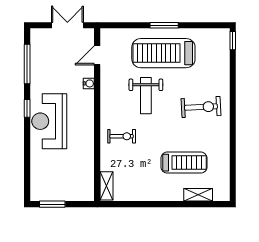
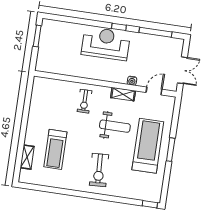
door: (97, 55) -> (154, 91), hinge flipped
weight bench: (146, 96) -> (115, 126), turned 180
shelving: (106, 186) -> (123, 94), moved

